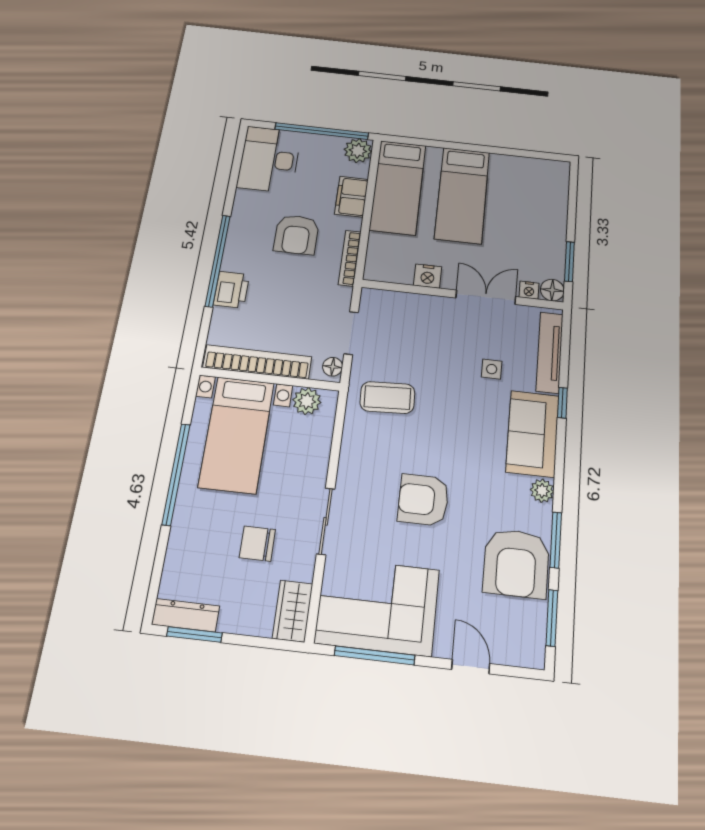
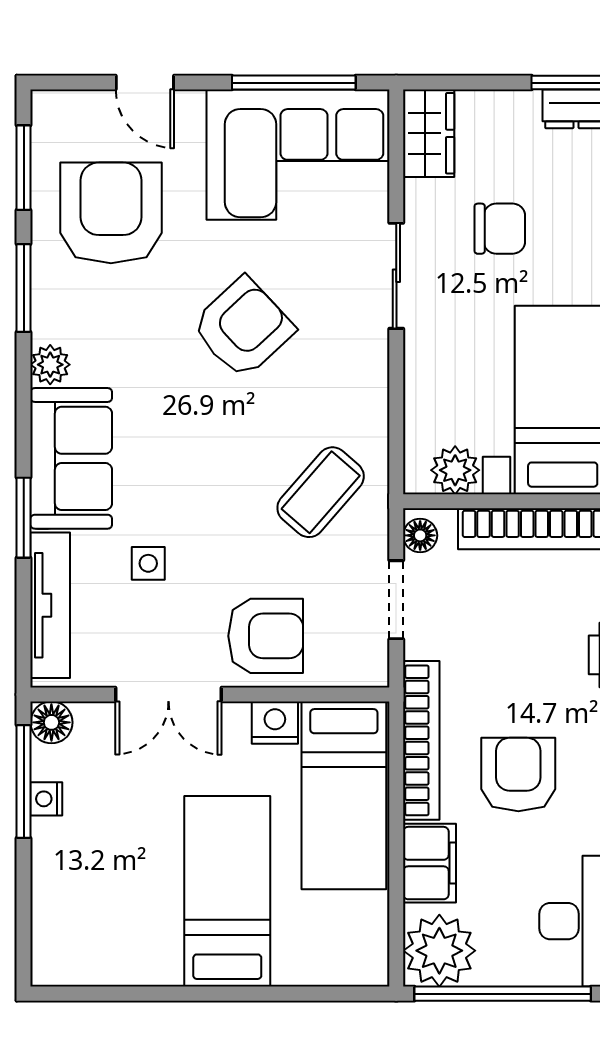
plant: (358, 151) -> (439, 951), width x1.36, depth x1.36
bed: (398, 187) -> (344, 795), moved, turned 180
bookcase: (350, 258) -> (421, 740), width x1.48, depth x1.31
window: (569, 262) -> (24, 781), width x1.44
nightstand: (529, 290) -> (46, 799), moved, turned -90
armchair: (428, 322) -> (266, 636), added
coffee table: (387, 398) -> (321, 492), turned -46
window: (562, 403) -> (24, 518), width x1.50
armchair: (423, 500) -> (243, 328), turned -43
armchair: (516, 563) -> (111, 213), moved

